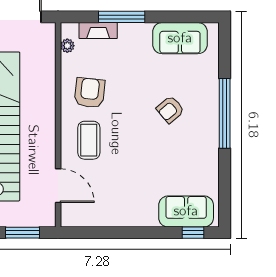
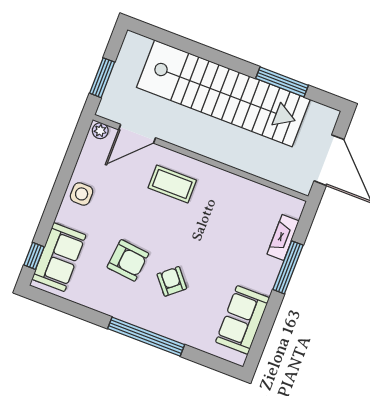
plant: (67, 46) -> (100, 131), moved
armchair: (90, 93) -> (128, 260), moved
side table: (126, 213) -> (82, 194), added

